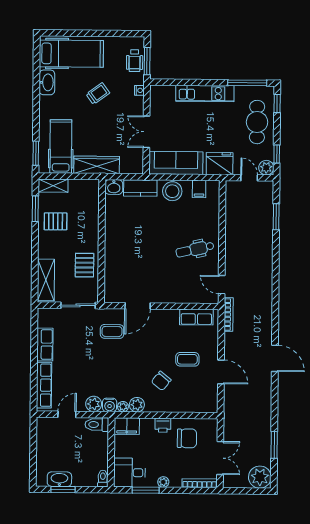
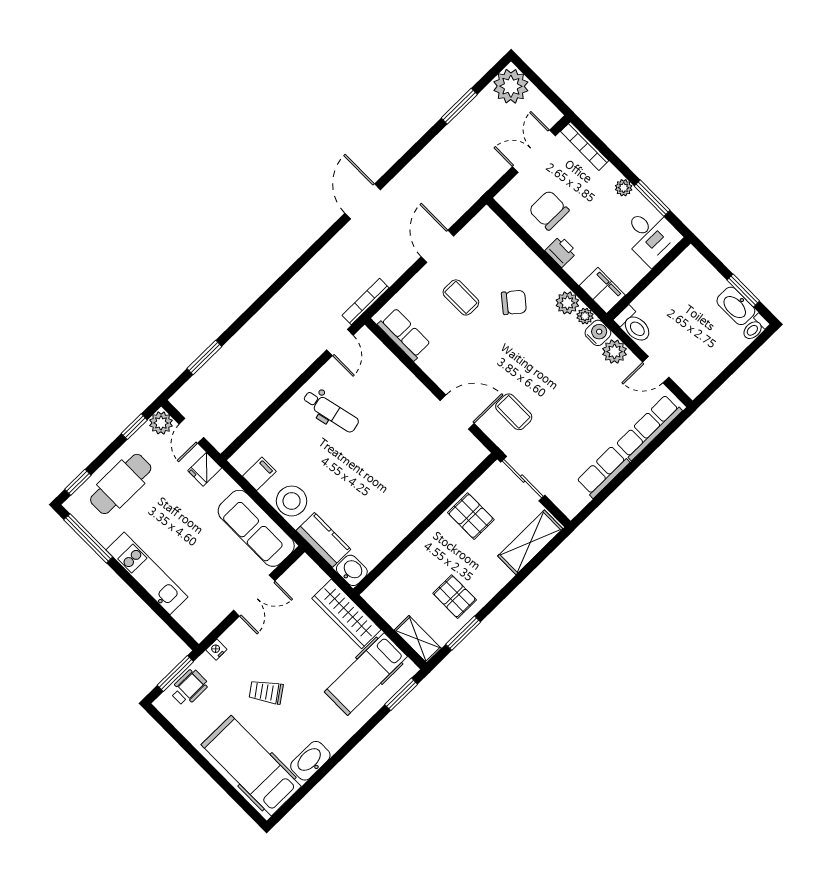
fridge: (220, 164) -> (205, 469), width x0.53, depth x0.75
pallet: (84, 265) -> (471, 516), turned 90
toilet: (103, 478) -> (755, 328), moved

